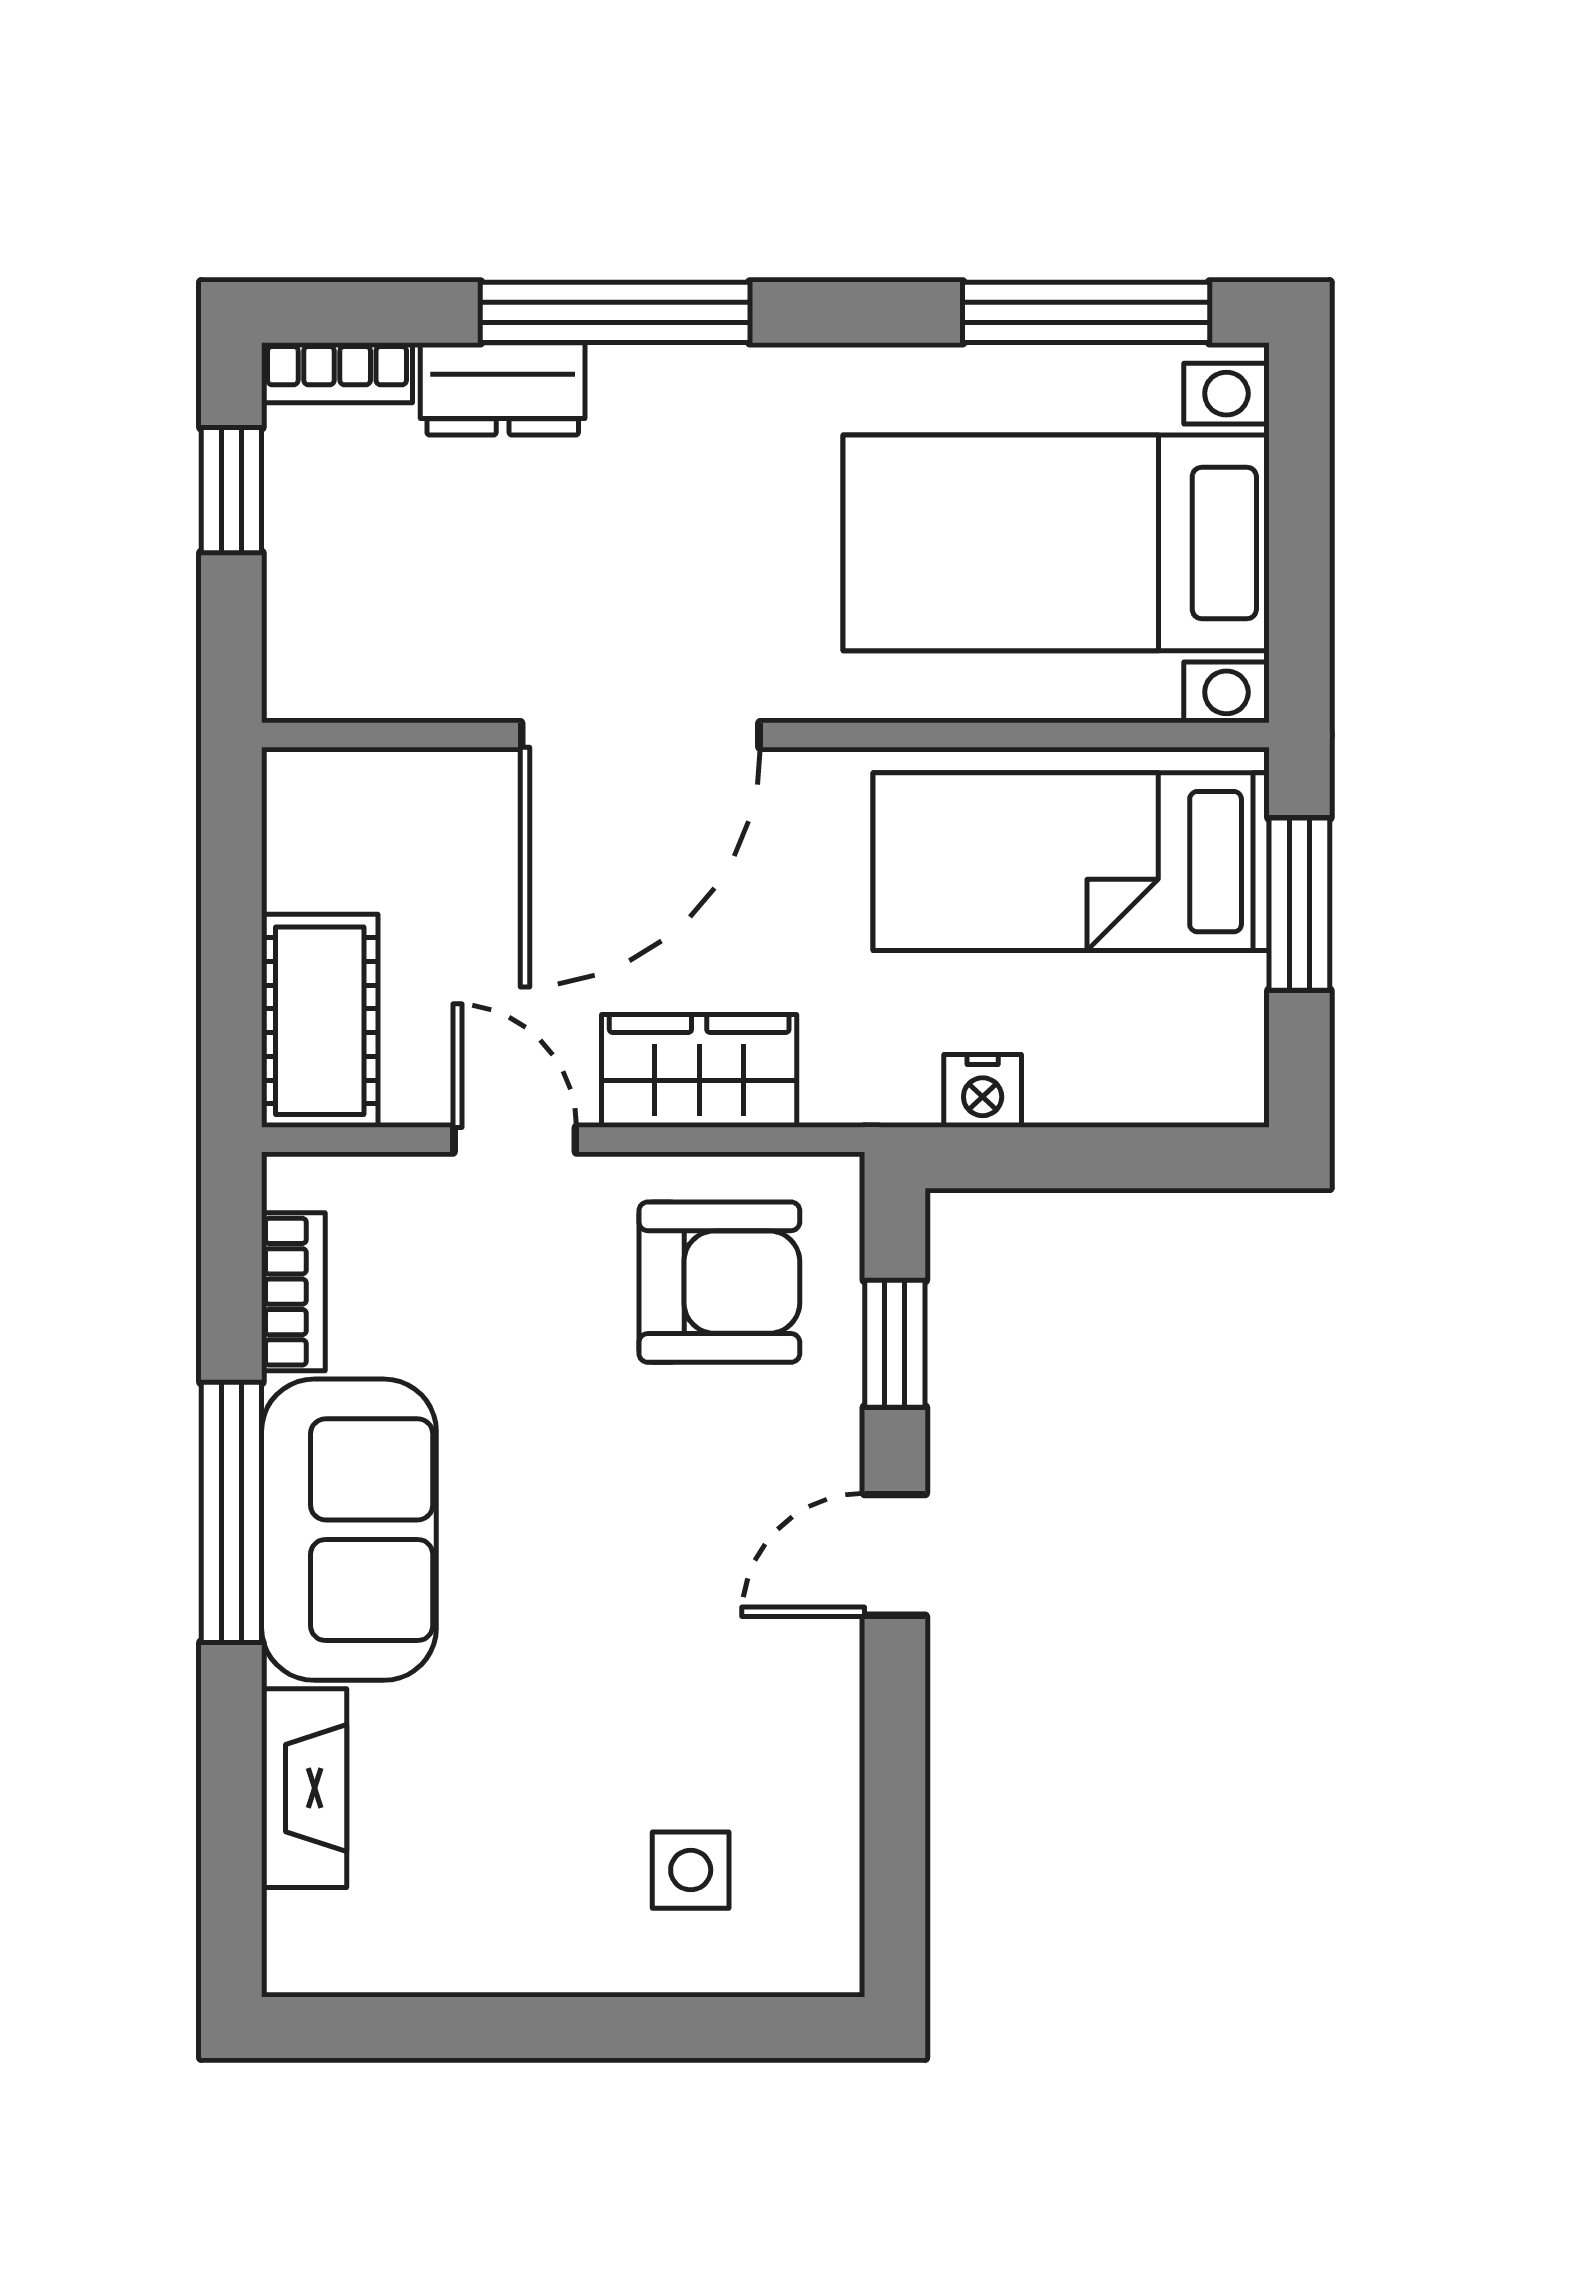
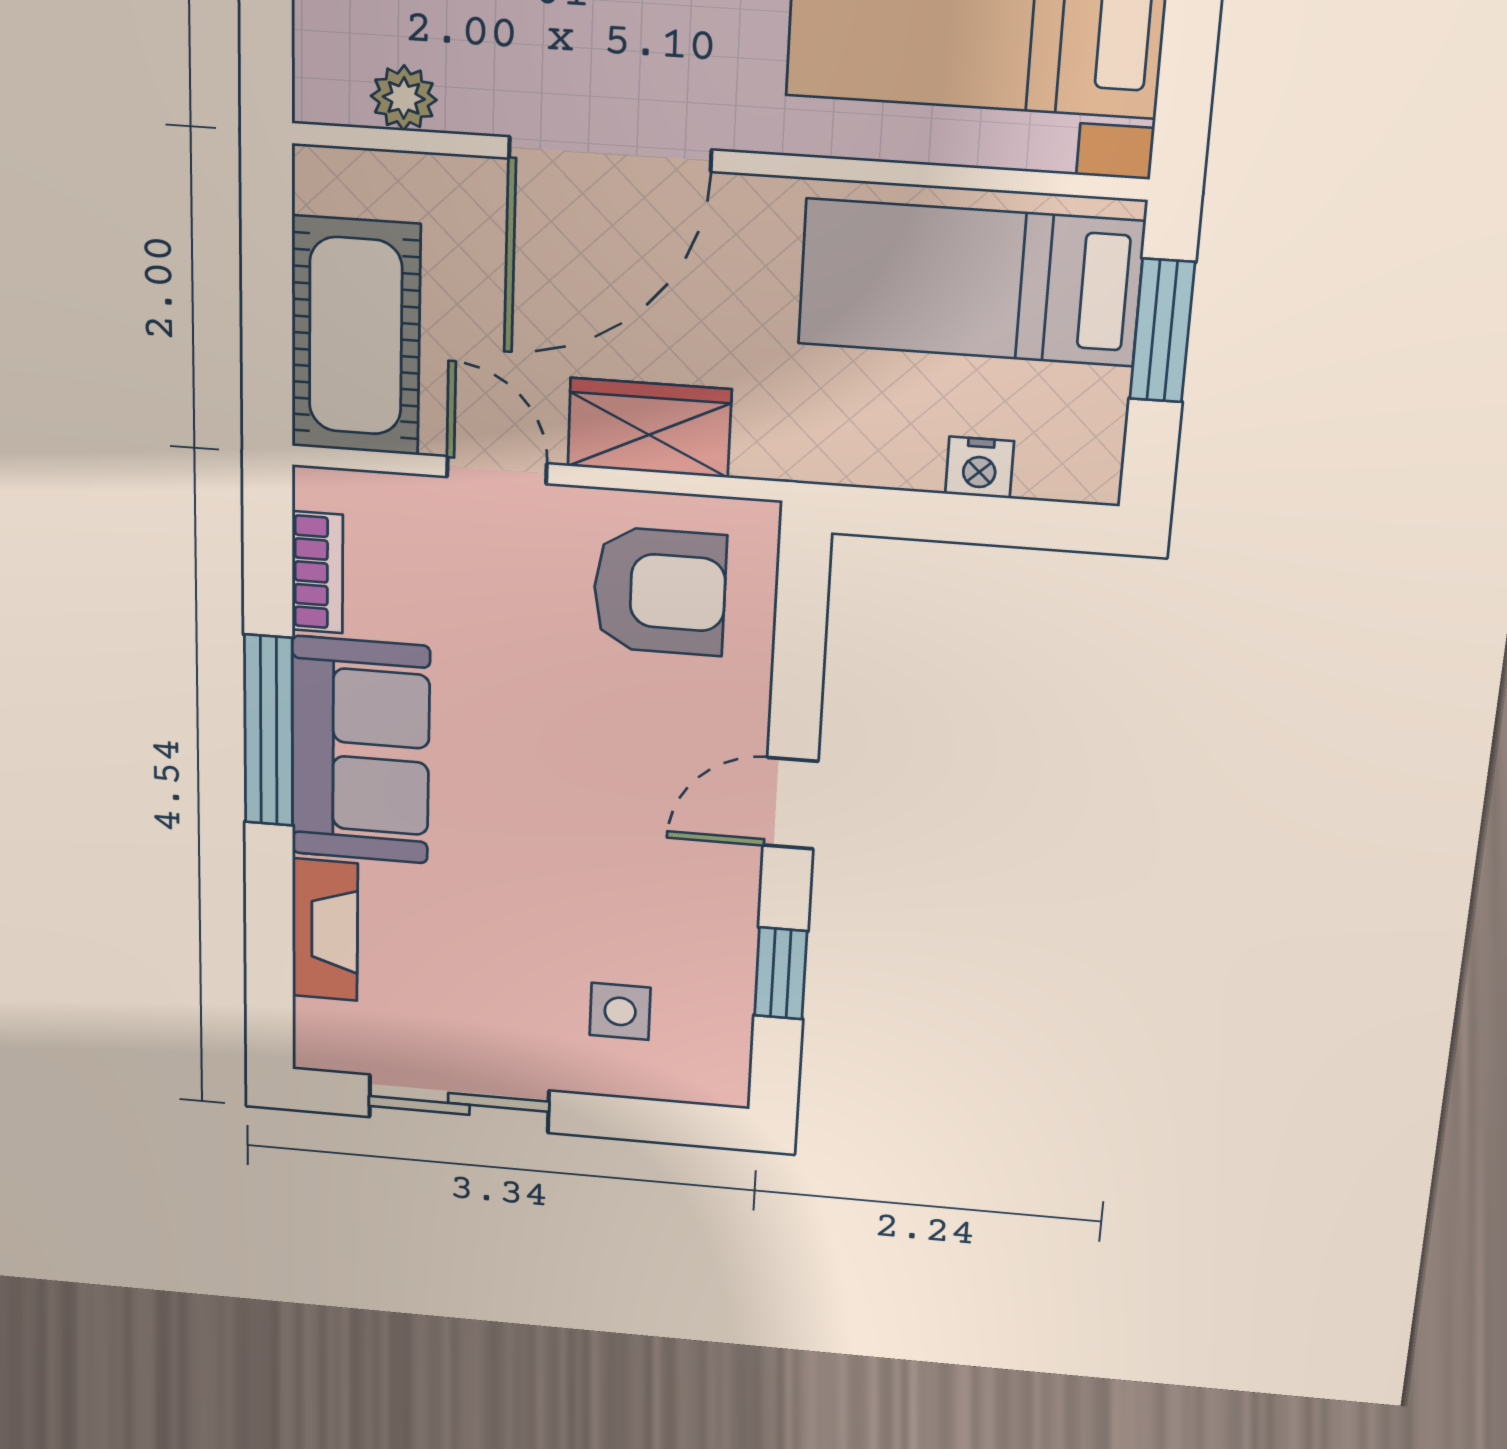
plant: (395, 684) -> (404, 98), added
cot: (320, 1021) -> (356, 336), width x1.37, depth x1.34
nightstand: (983, 1091) -> (980, 467), moved
window: (895, 1344) -> (781, 973), moved
sliding door: (483, 2028) -> (459, 1104), added

